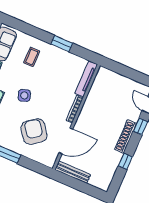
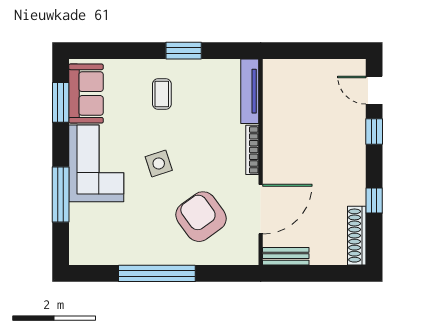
coffee table: (32, 57) -> (162, 94), moved
shoe rack: (126, 137) -> (357, 236), moved
bench: (73, 172) -> (286, 256), width x0.73

